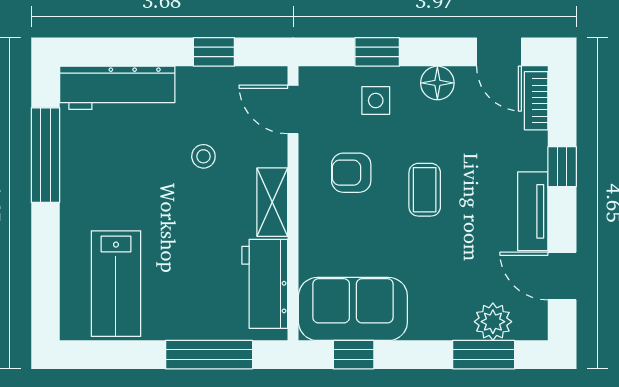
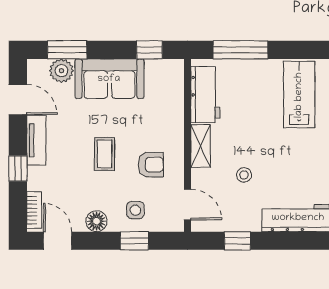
sofa: (353, 309) -> (109, 79), moved

